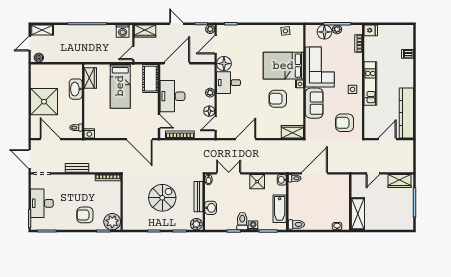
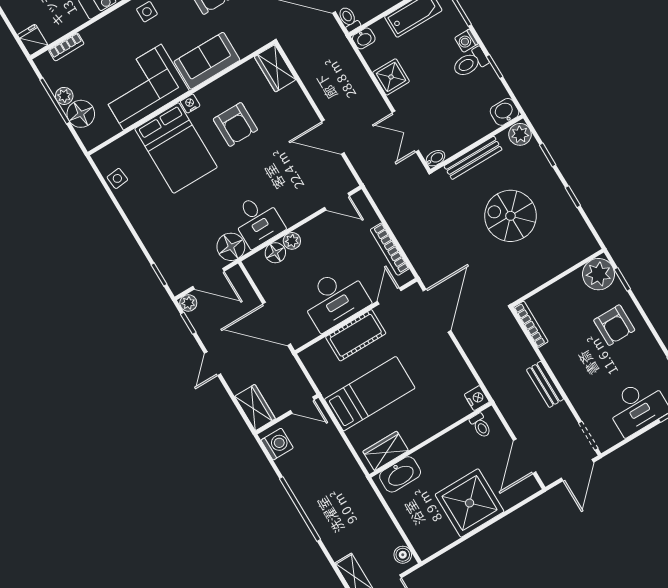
cot: (150, 79) -> (356, 335), moved
washbasin: (76, 89) -> (400, 474), moved
floor lamp: (209, 111) -> (275, 253), moved
washbasin: (211, 208) -> (505, 112), moved

